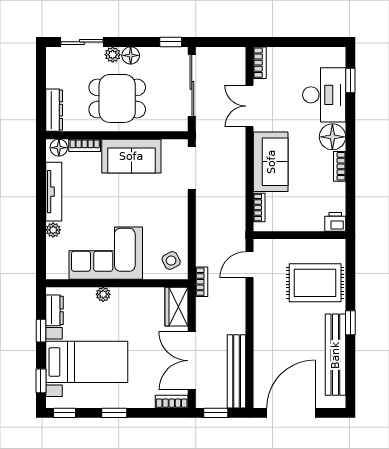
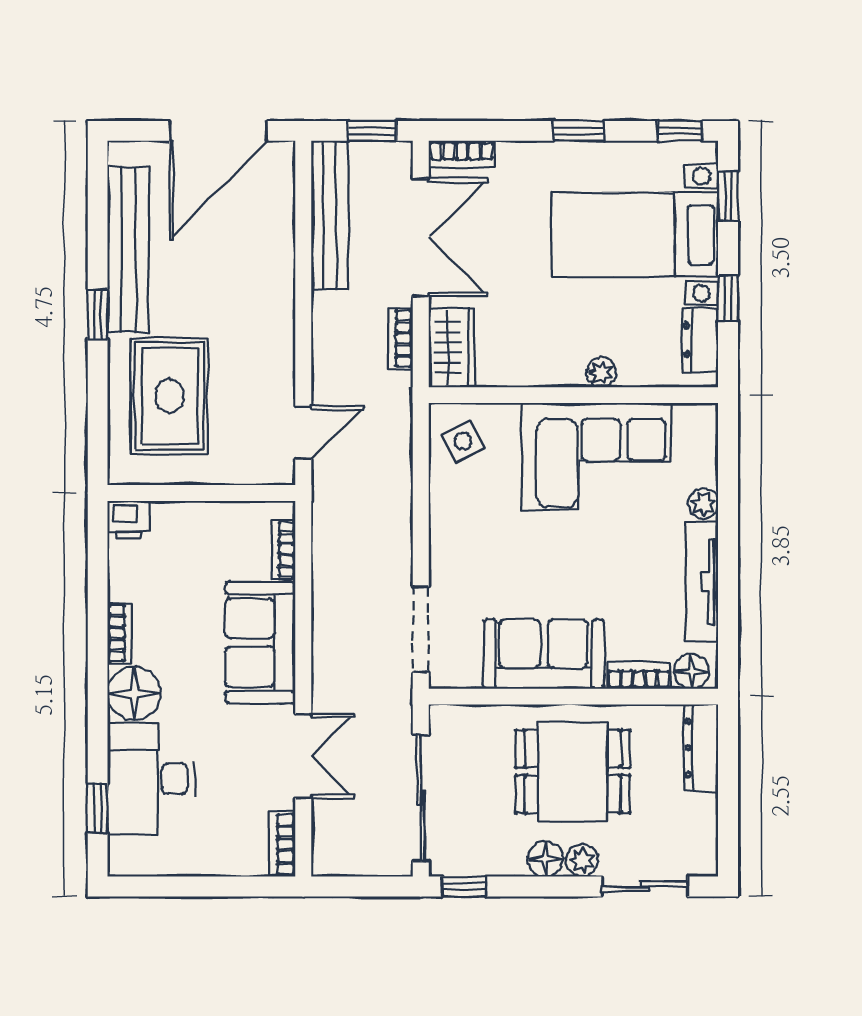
bookcase: (202, 282) -> (401, 338), moved
rug: (315, 283) -> (170, 396), turned 90

